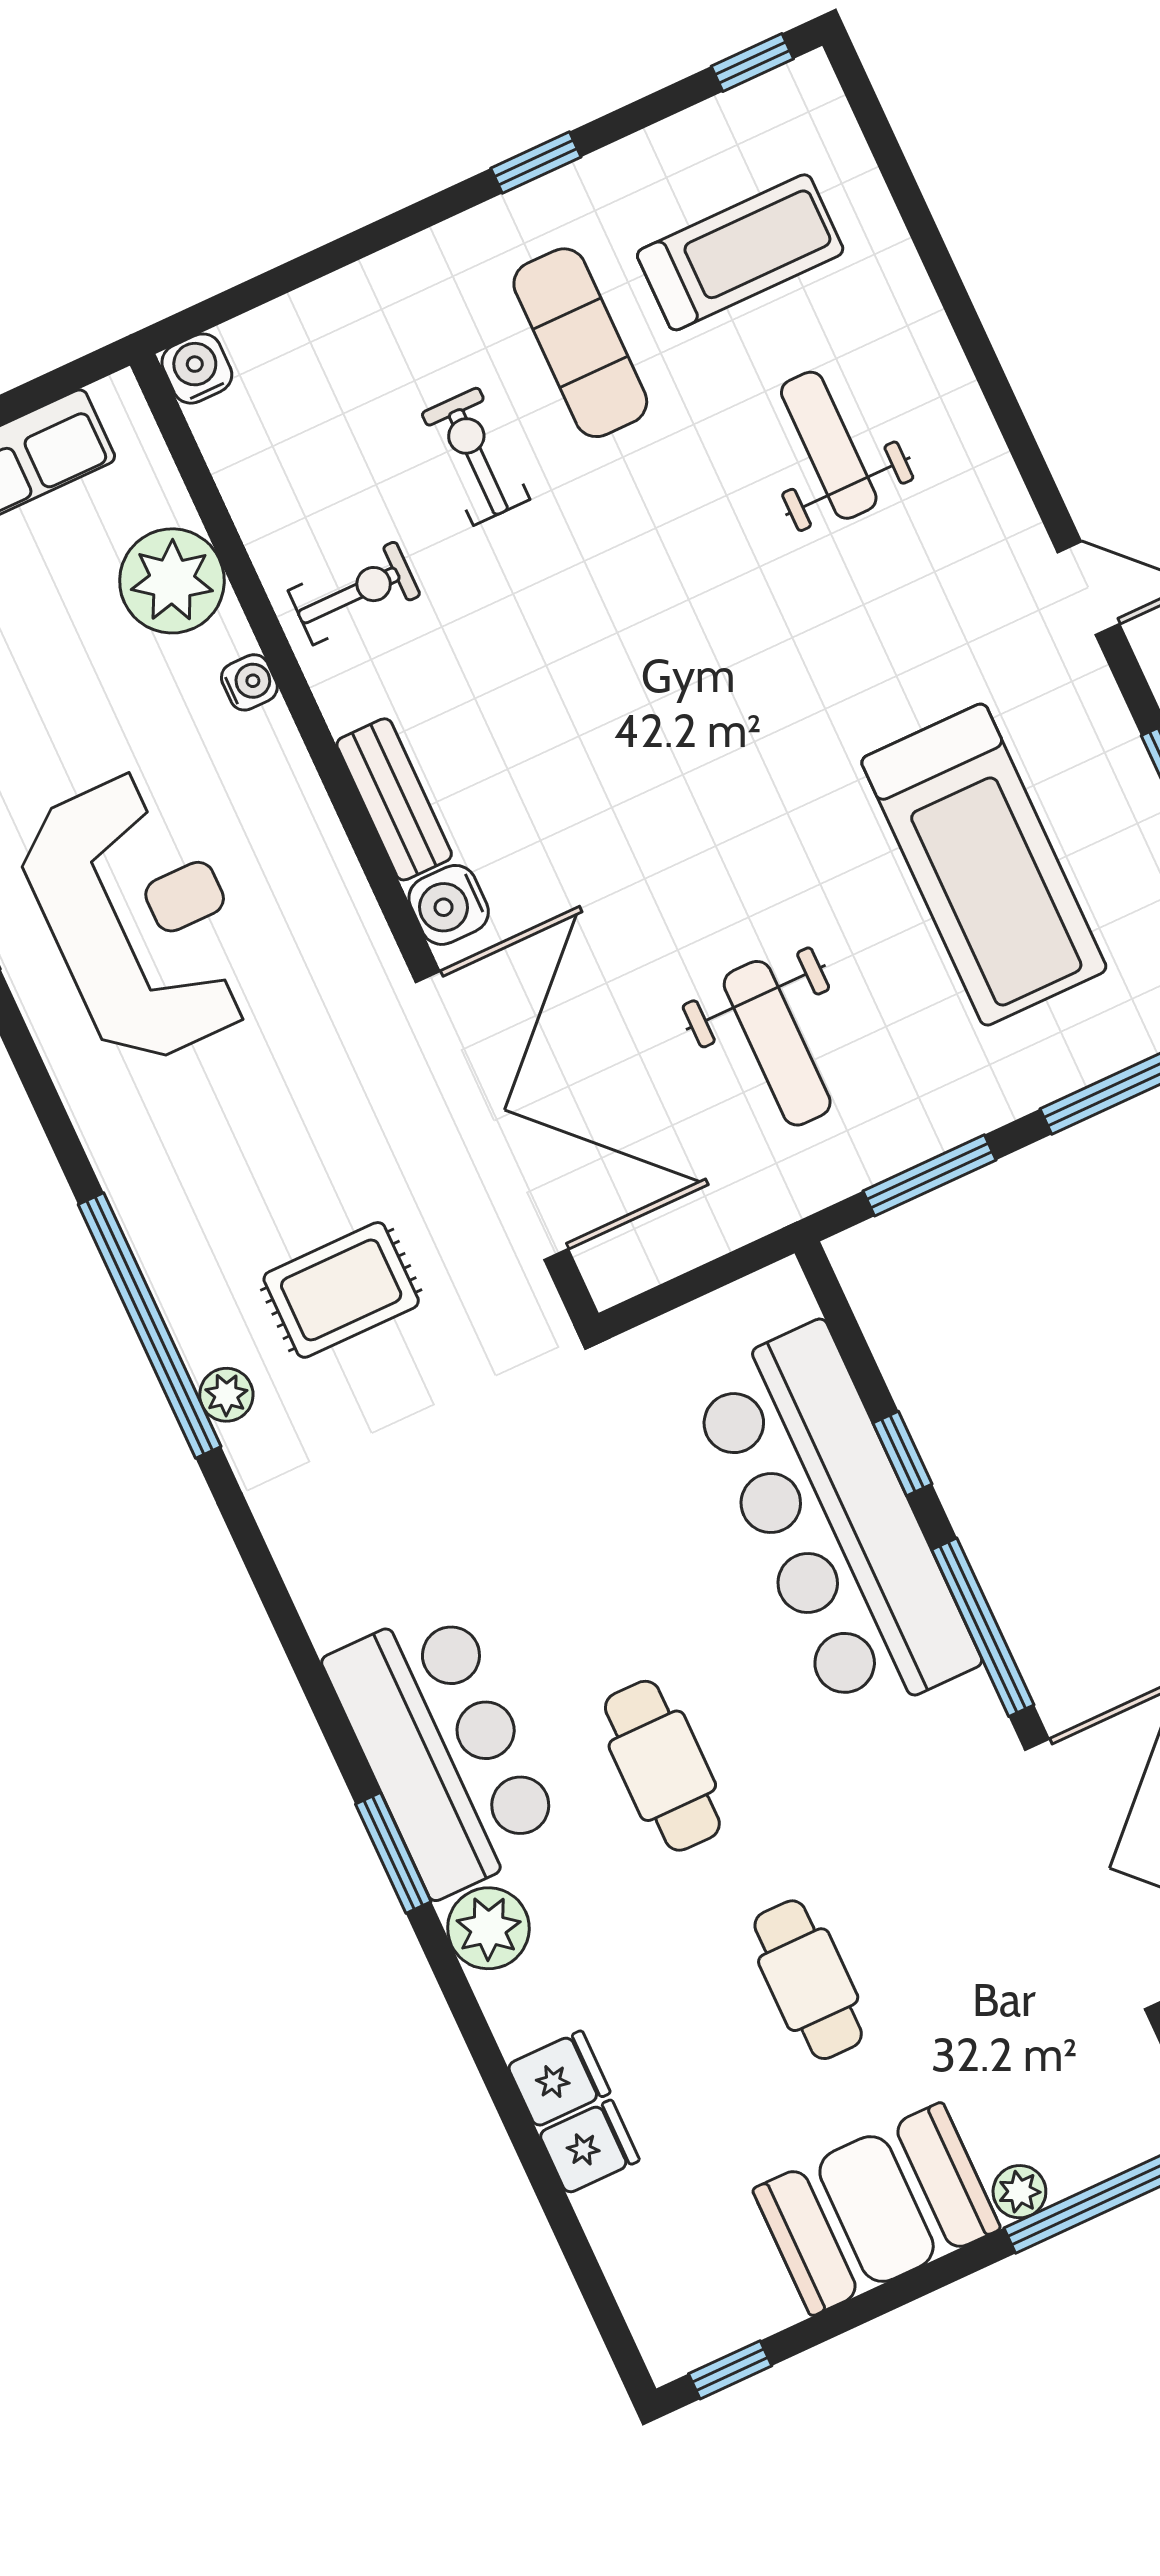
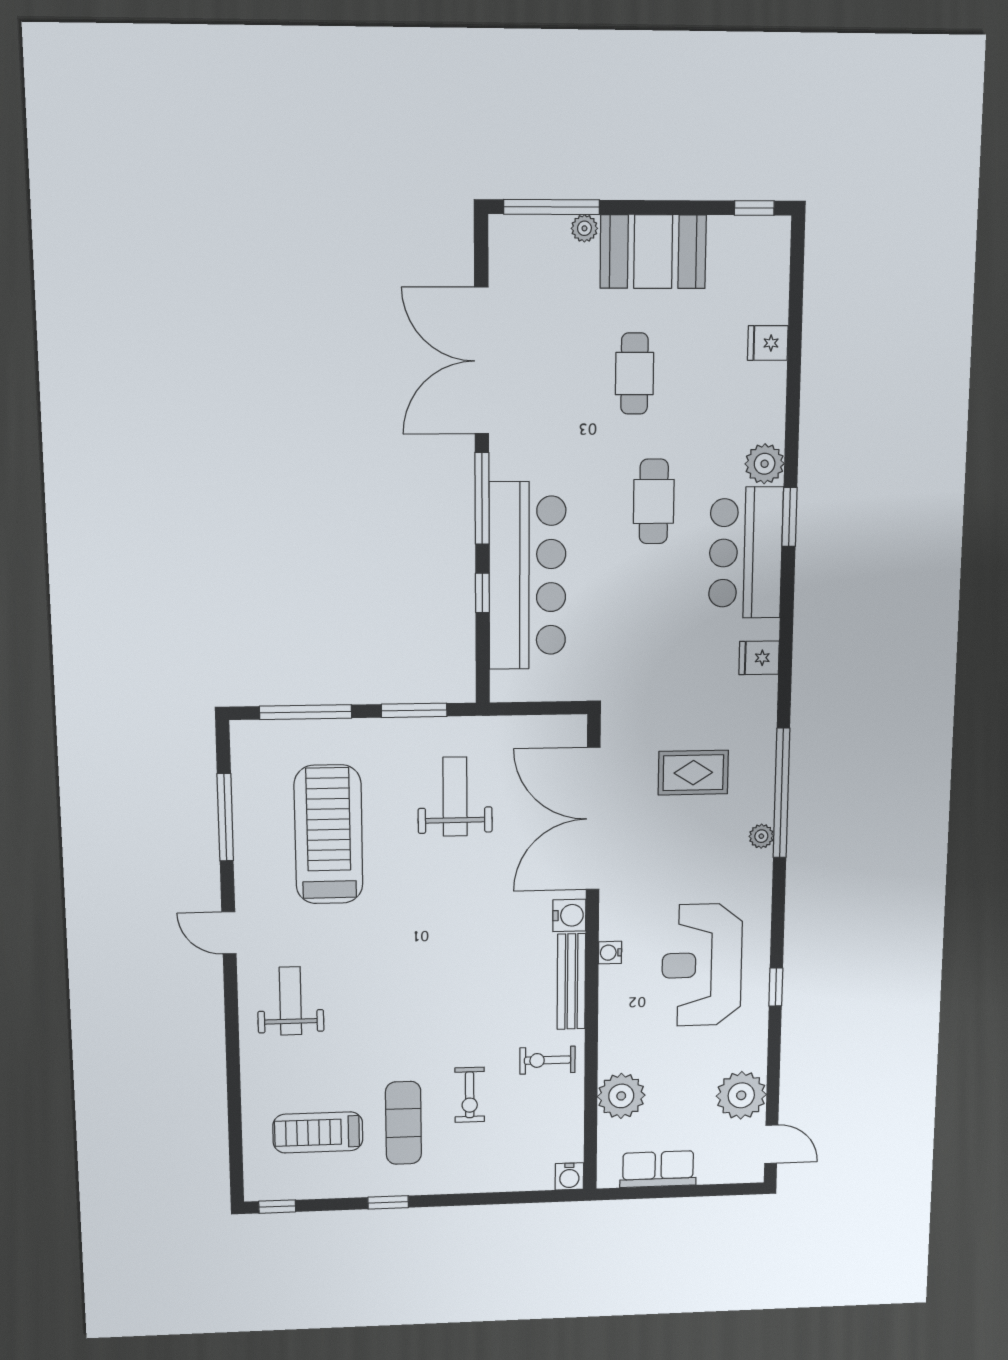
weight bench: (829, 445) -> (290, 1001), moved, turned 180
water cooler: (249, 682) -> (610, 953), moved
bench: (394, 799) -> (571, 982), width x1.36
plant: (226, 1395) -> (761, 836), moved
fridge: (559, 2079) -> (759, 658), moved

